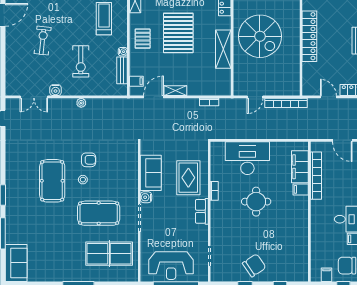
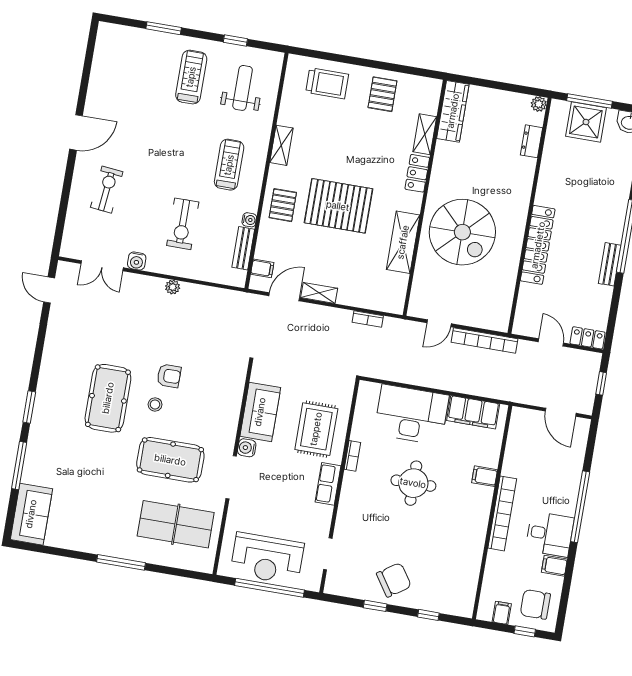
pallet: (178, 33) -> (338, 206), turned 90
exercise bike: (43, 41) -> (107, 190), moved
filing cabinet: (300, 167) -> (473, 412), moved, turned -90
bookcase: (316, 176) -> (502, 513), moved

